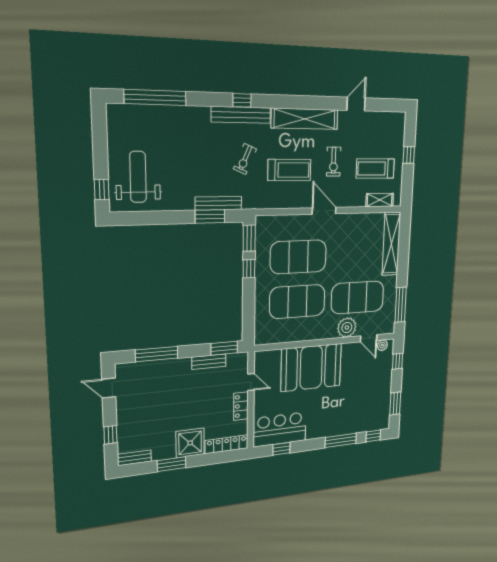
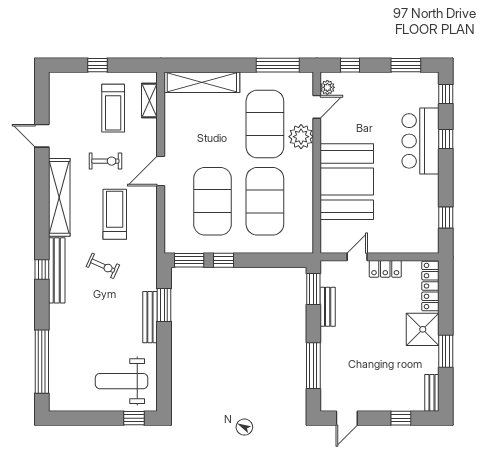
bench: (218, 203) -> (150, 317), moved
bar counter: (280, 429) -> (421, 141), moved
window: (341, 440) -> (446, 139), width x0.46

